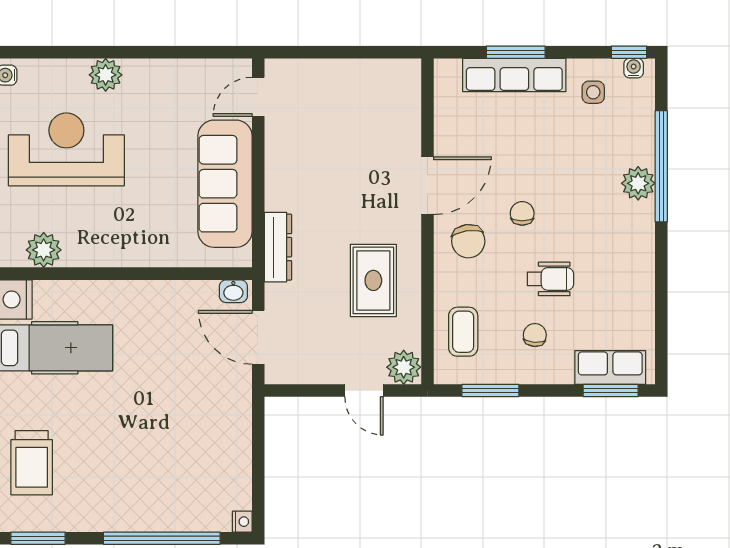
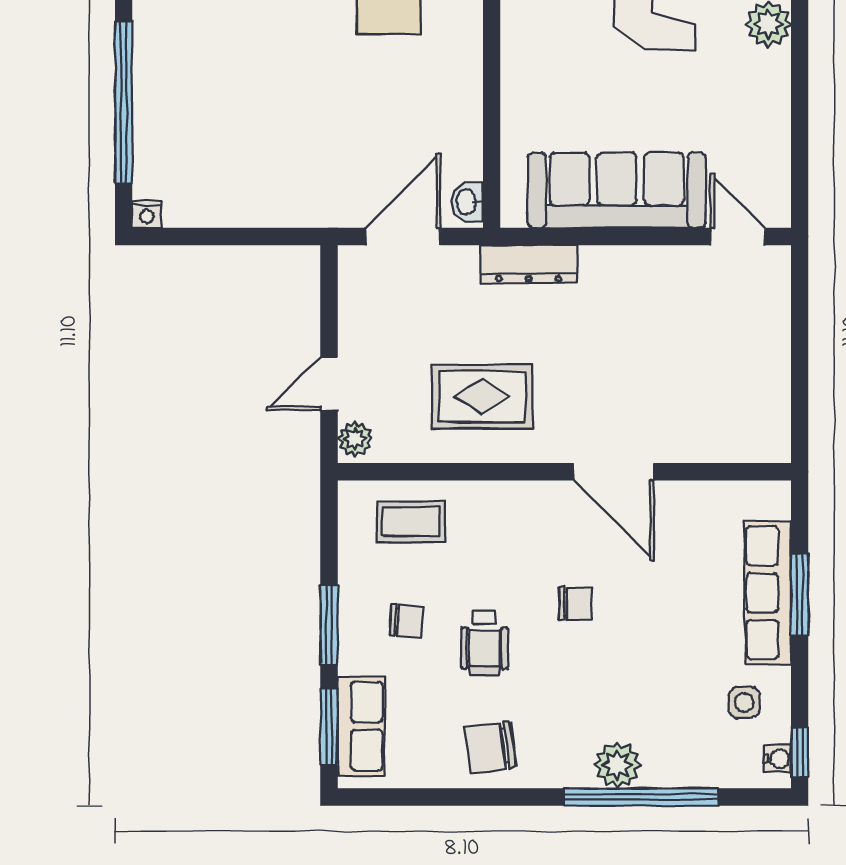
chair: (468, 241) -> (491, 747), moved
plant: (404, 367) -> (355, 439), width x0.73, depth x0.73
window: (490, 391) -> (329, 625), moved

